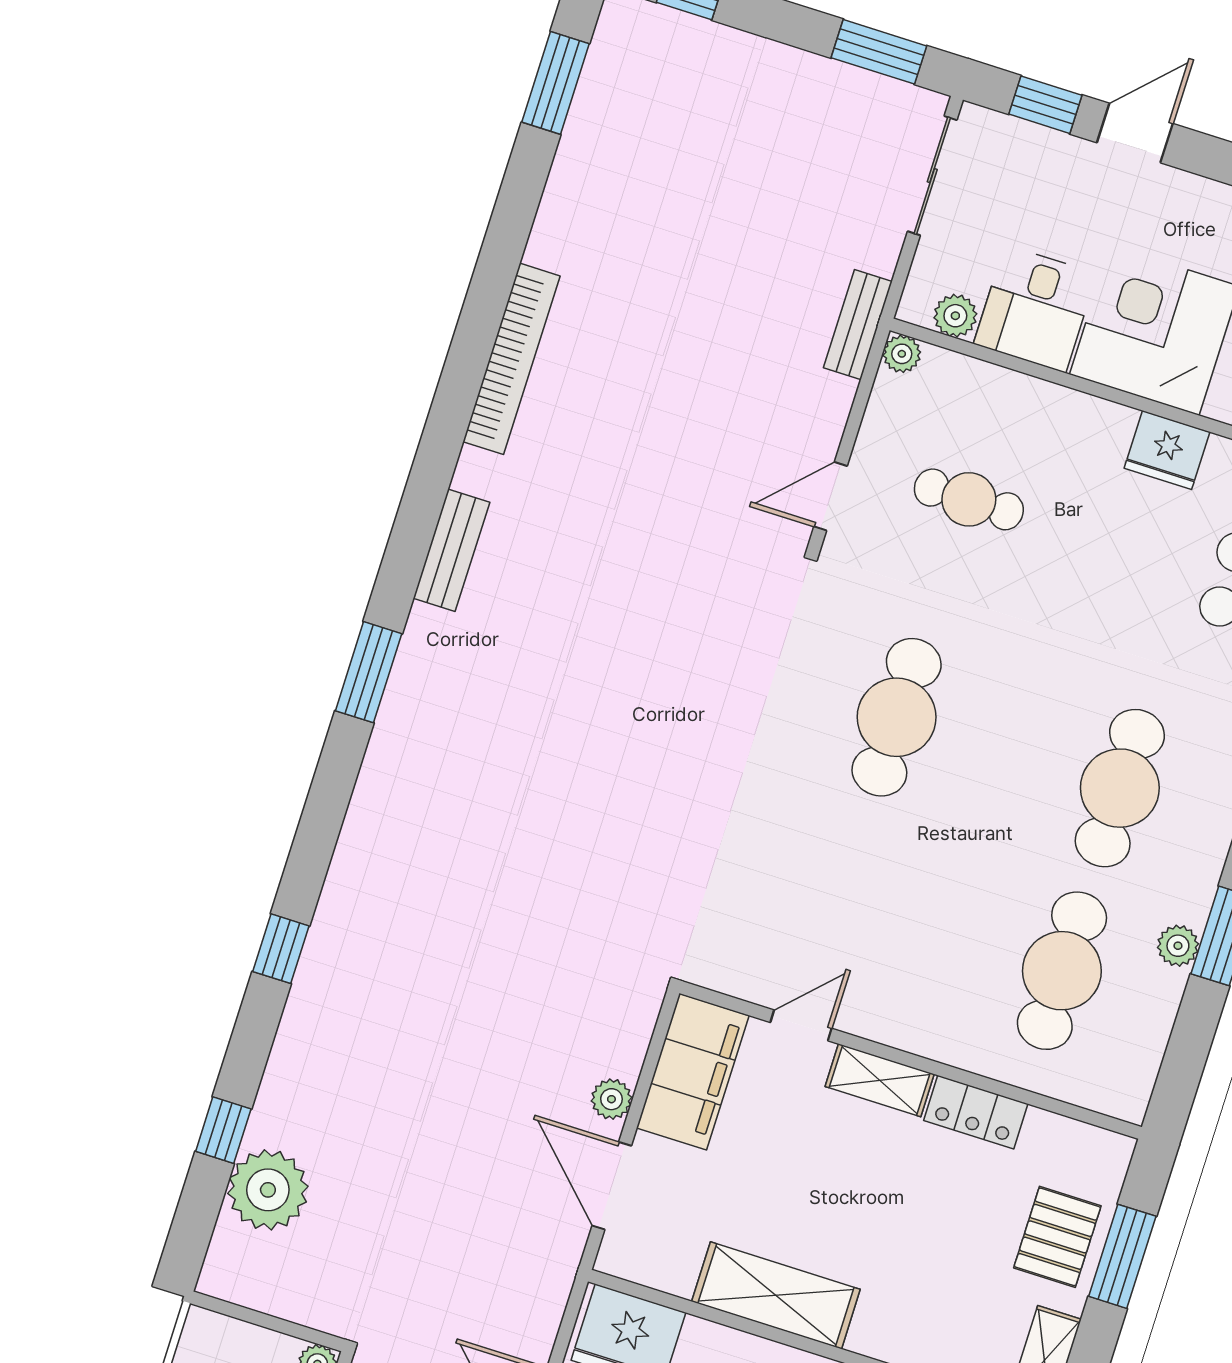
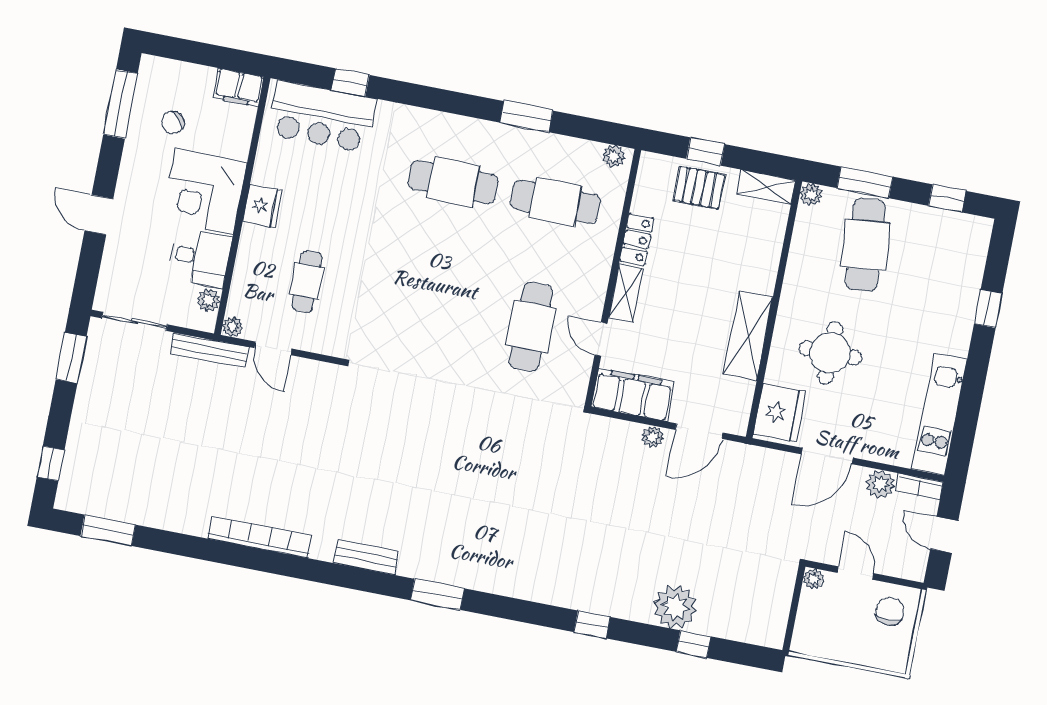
window: (1045, 105) -> (89, 265), removed
bench: (858, 325) -> (209, 350), width x1.36
fridge: (1167, 450) -> (262, 206), moved
door: (830, 496) -> (273, 348), moved
cafe table: (897, 717) -> (531, 327), moved, turned 90
plant: (1178, 946) -> (614, 156), moved
plant: (268, 1190) -> (675, 607), moved
window: (1122, 1256) -> (705, 151), width x0.67

